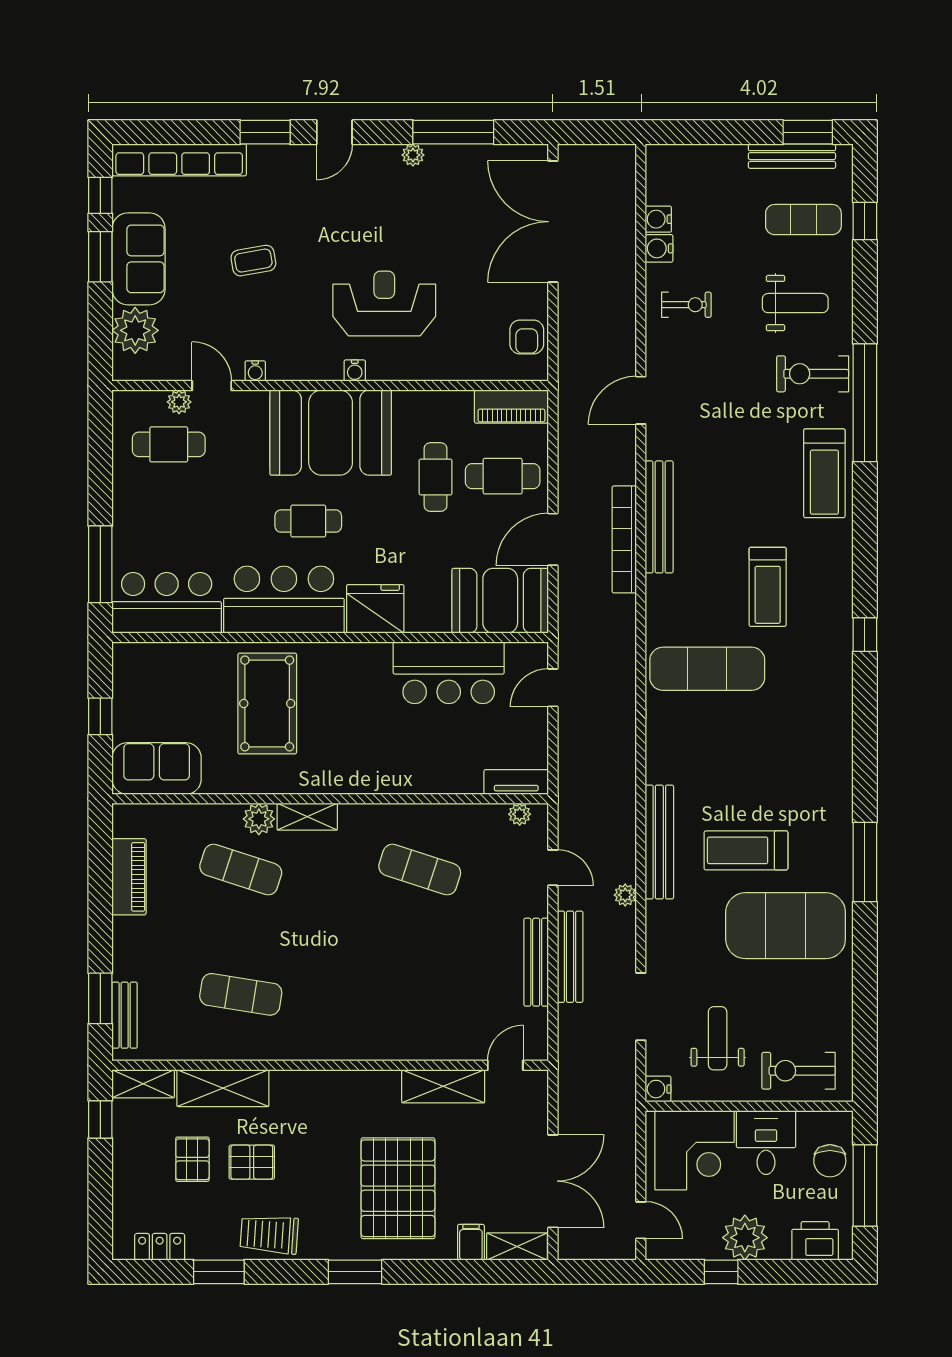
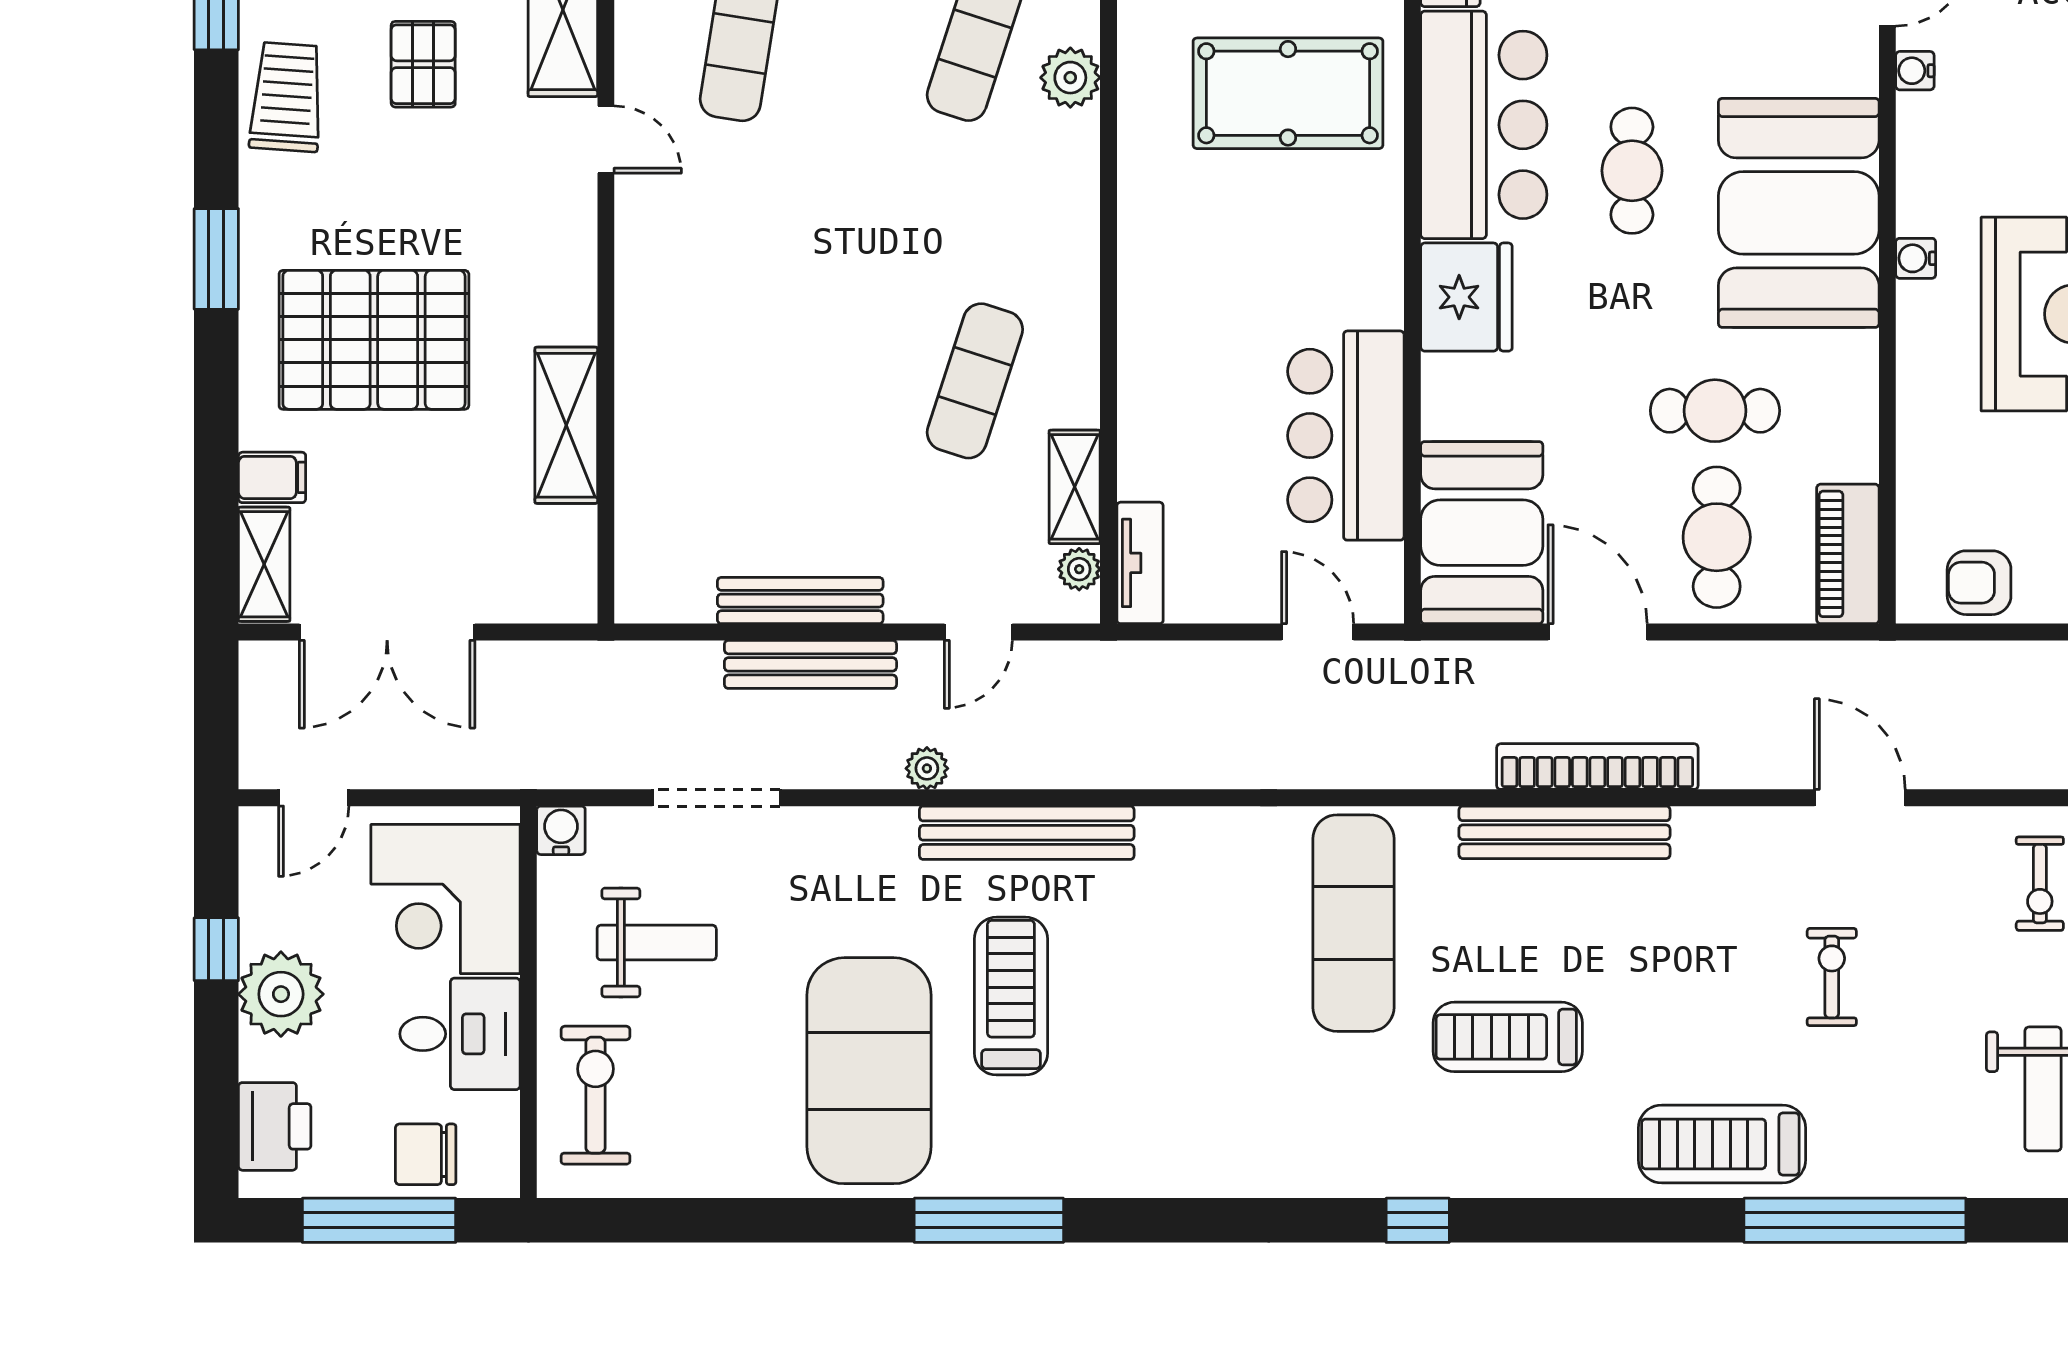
exercise bike: (813, 374) -> (1832, 977), moved, width x0.73, depth x0.72
bench: (659, 517) -> (1564, 832), moved
shelving: (307, 817) -> (1075, 487), moved
door: (505, 1065) -> (606, 140), moved

